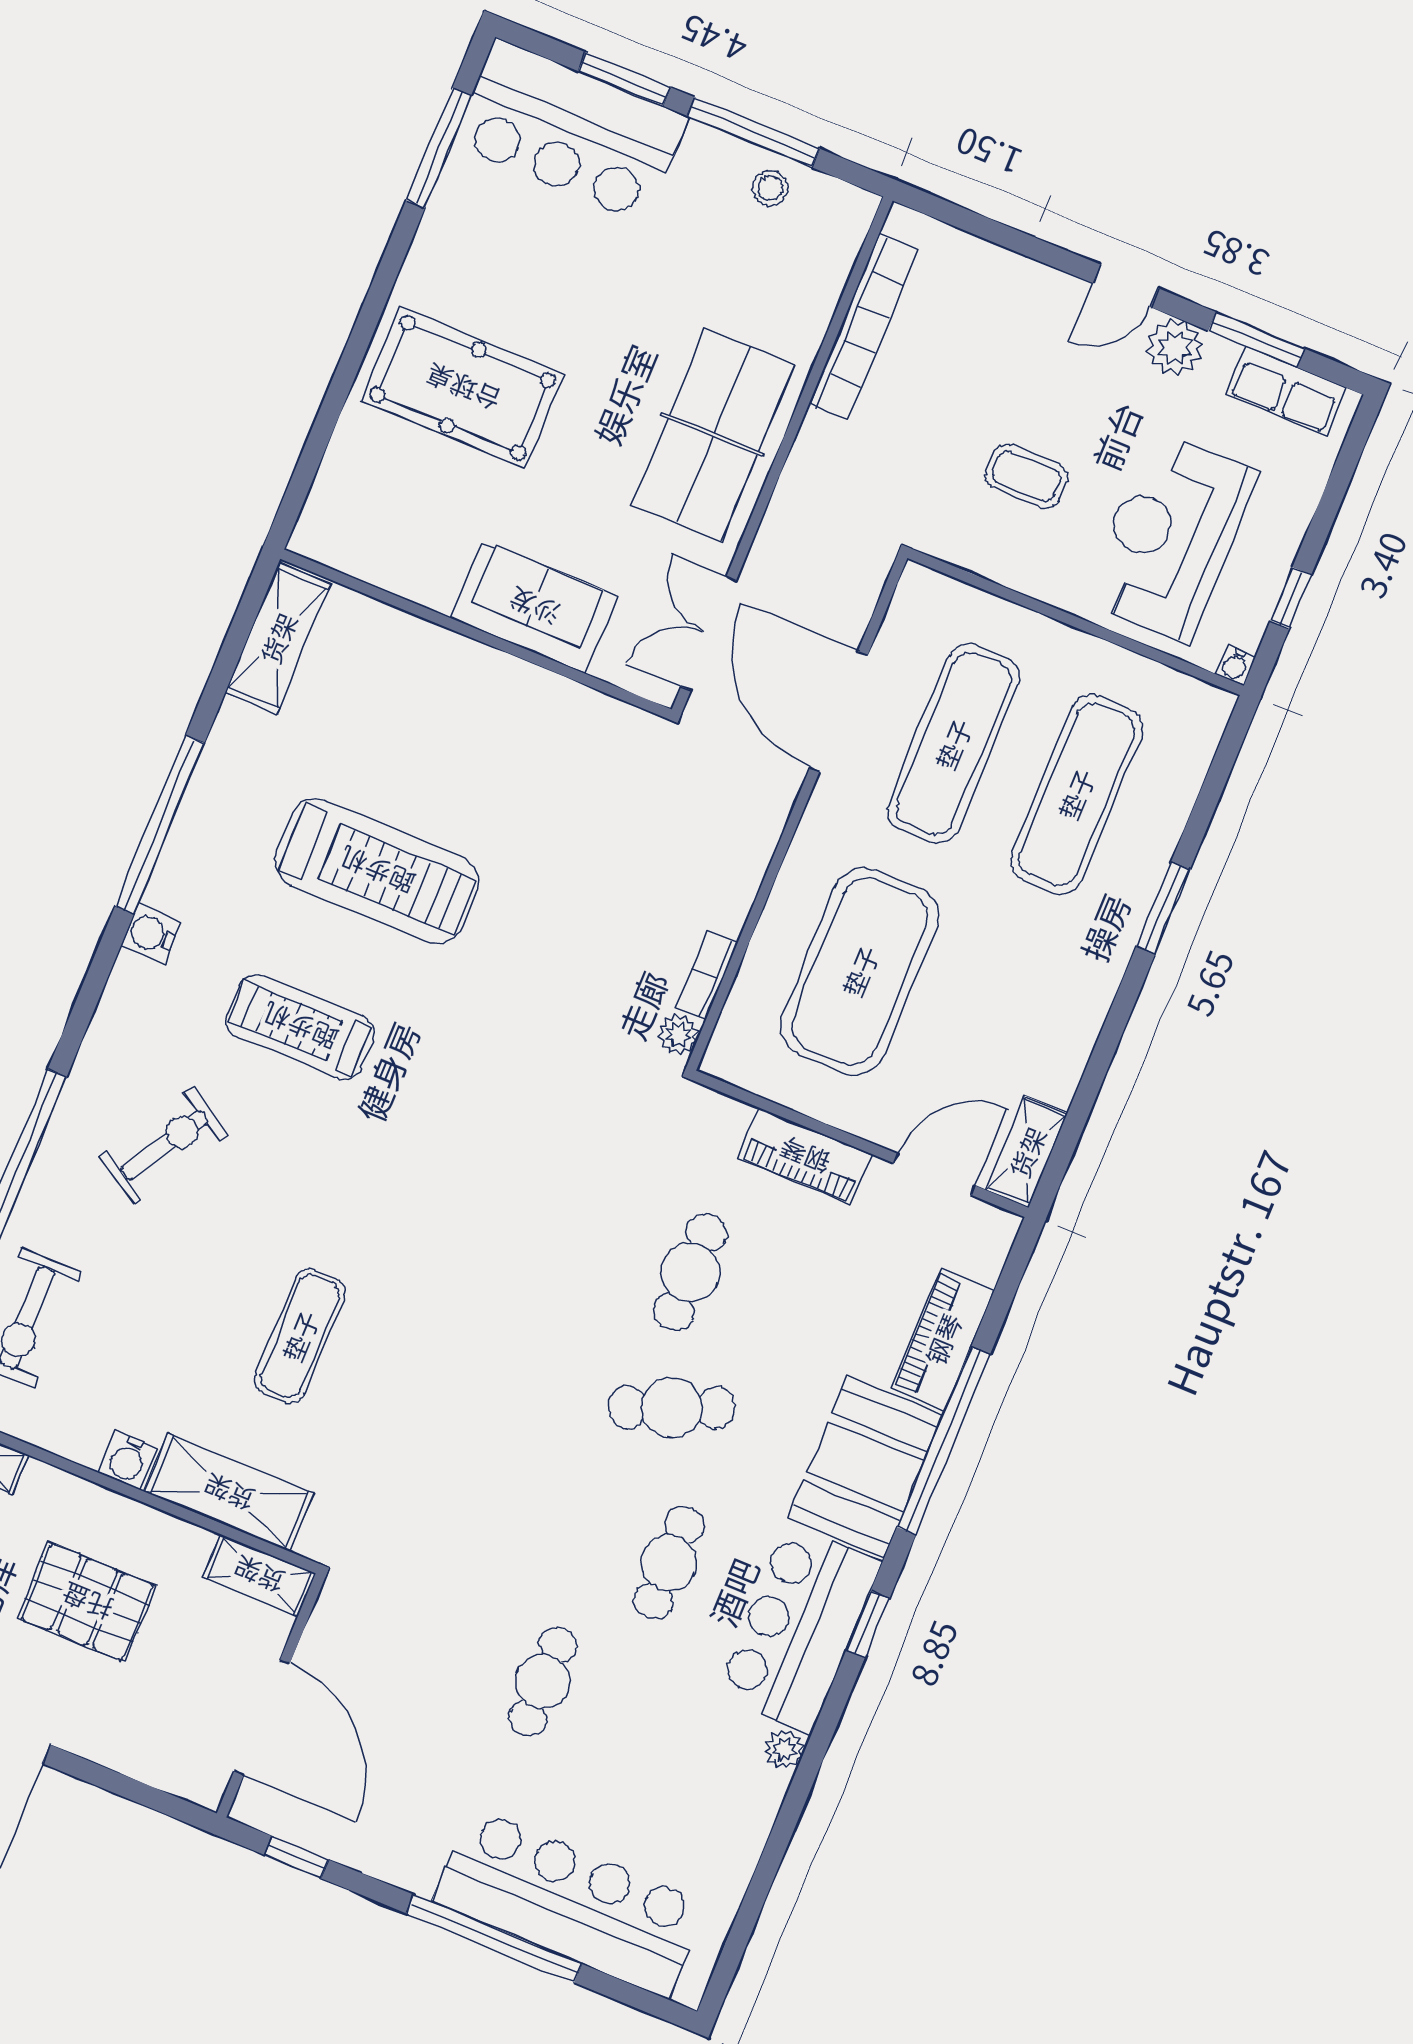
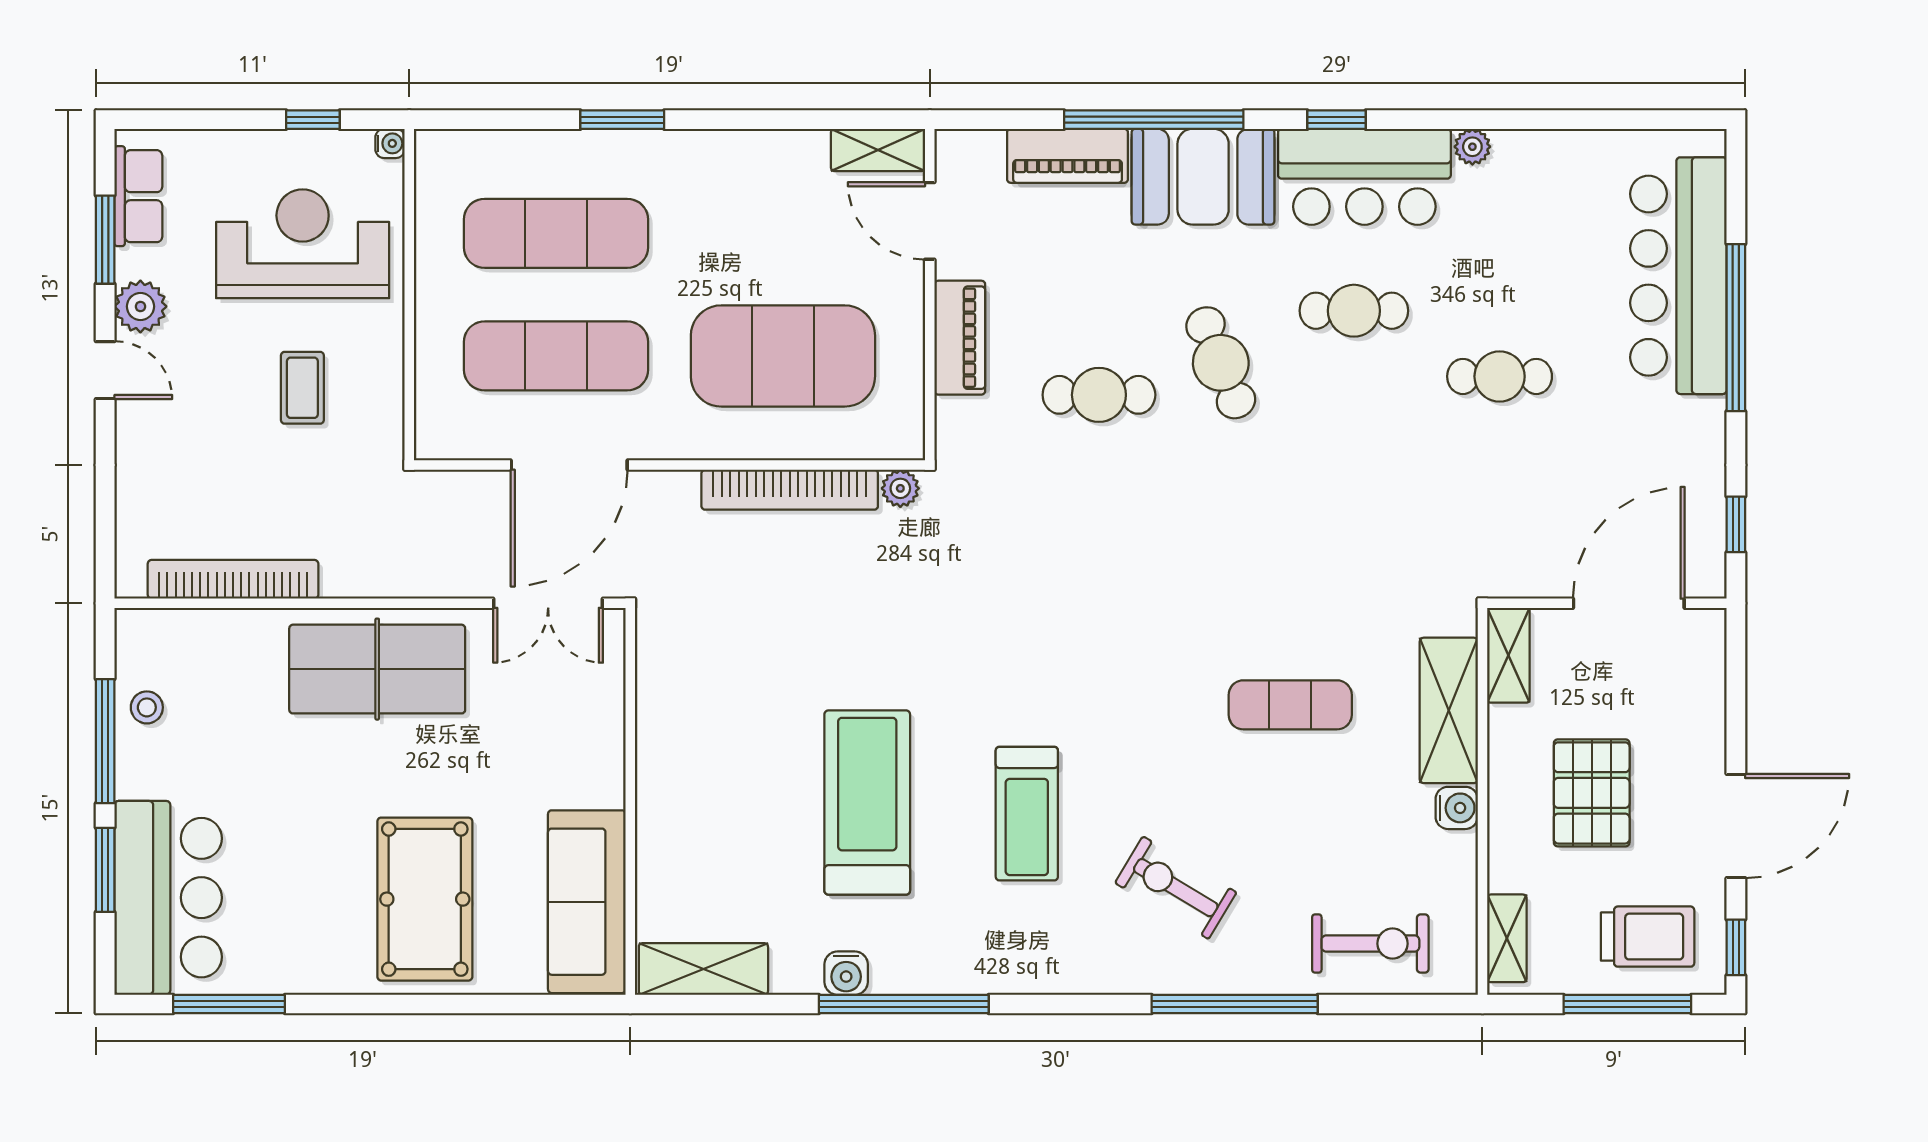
reception desk: (1171, 536) -> (303, 244), turned 180
sofa: (534, 607) -> (587, 902), moved, width x1.36
water cooler: (151, 934) -> (846, 973), moved
bookcase: (707, 975) -> (790, 490), width x2.31, depth x1.31

